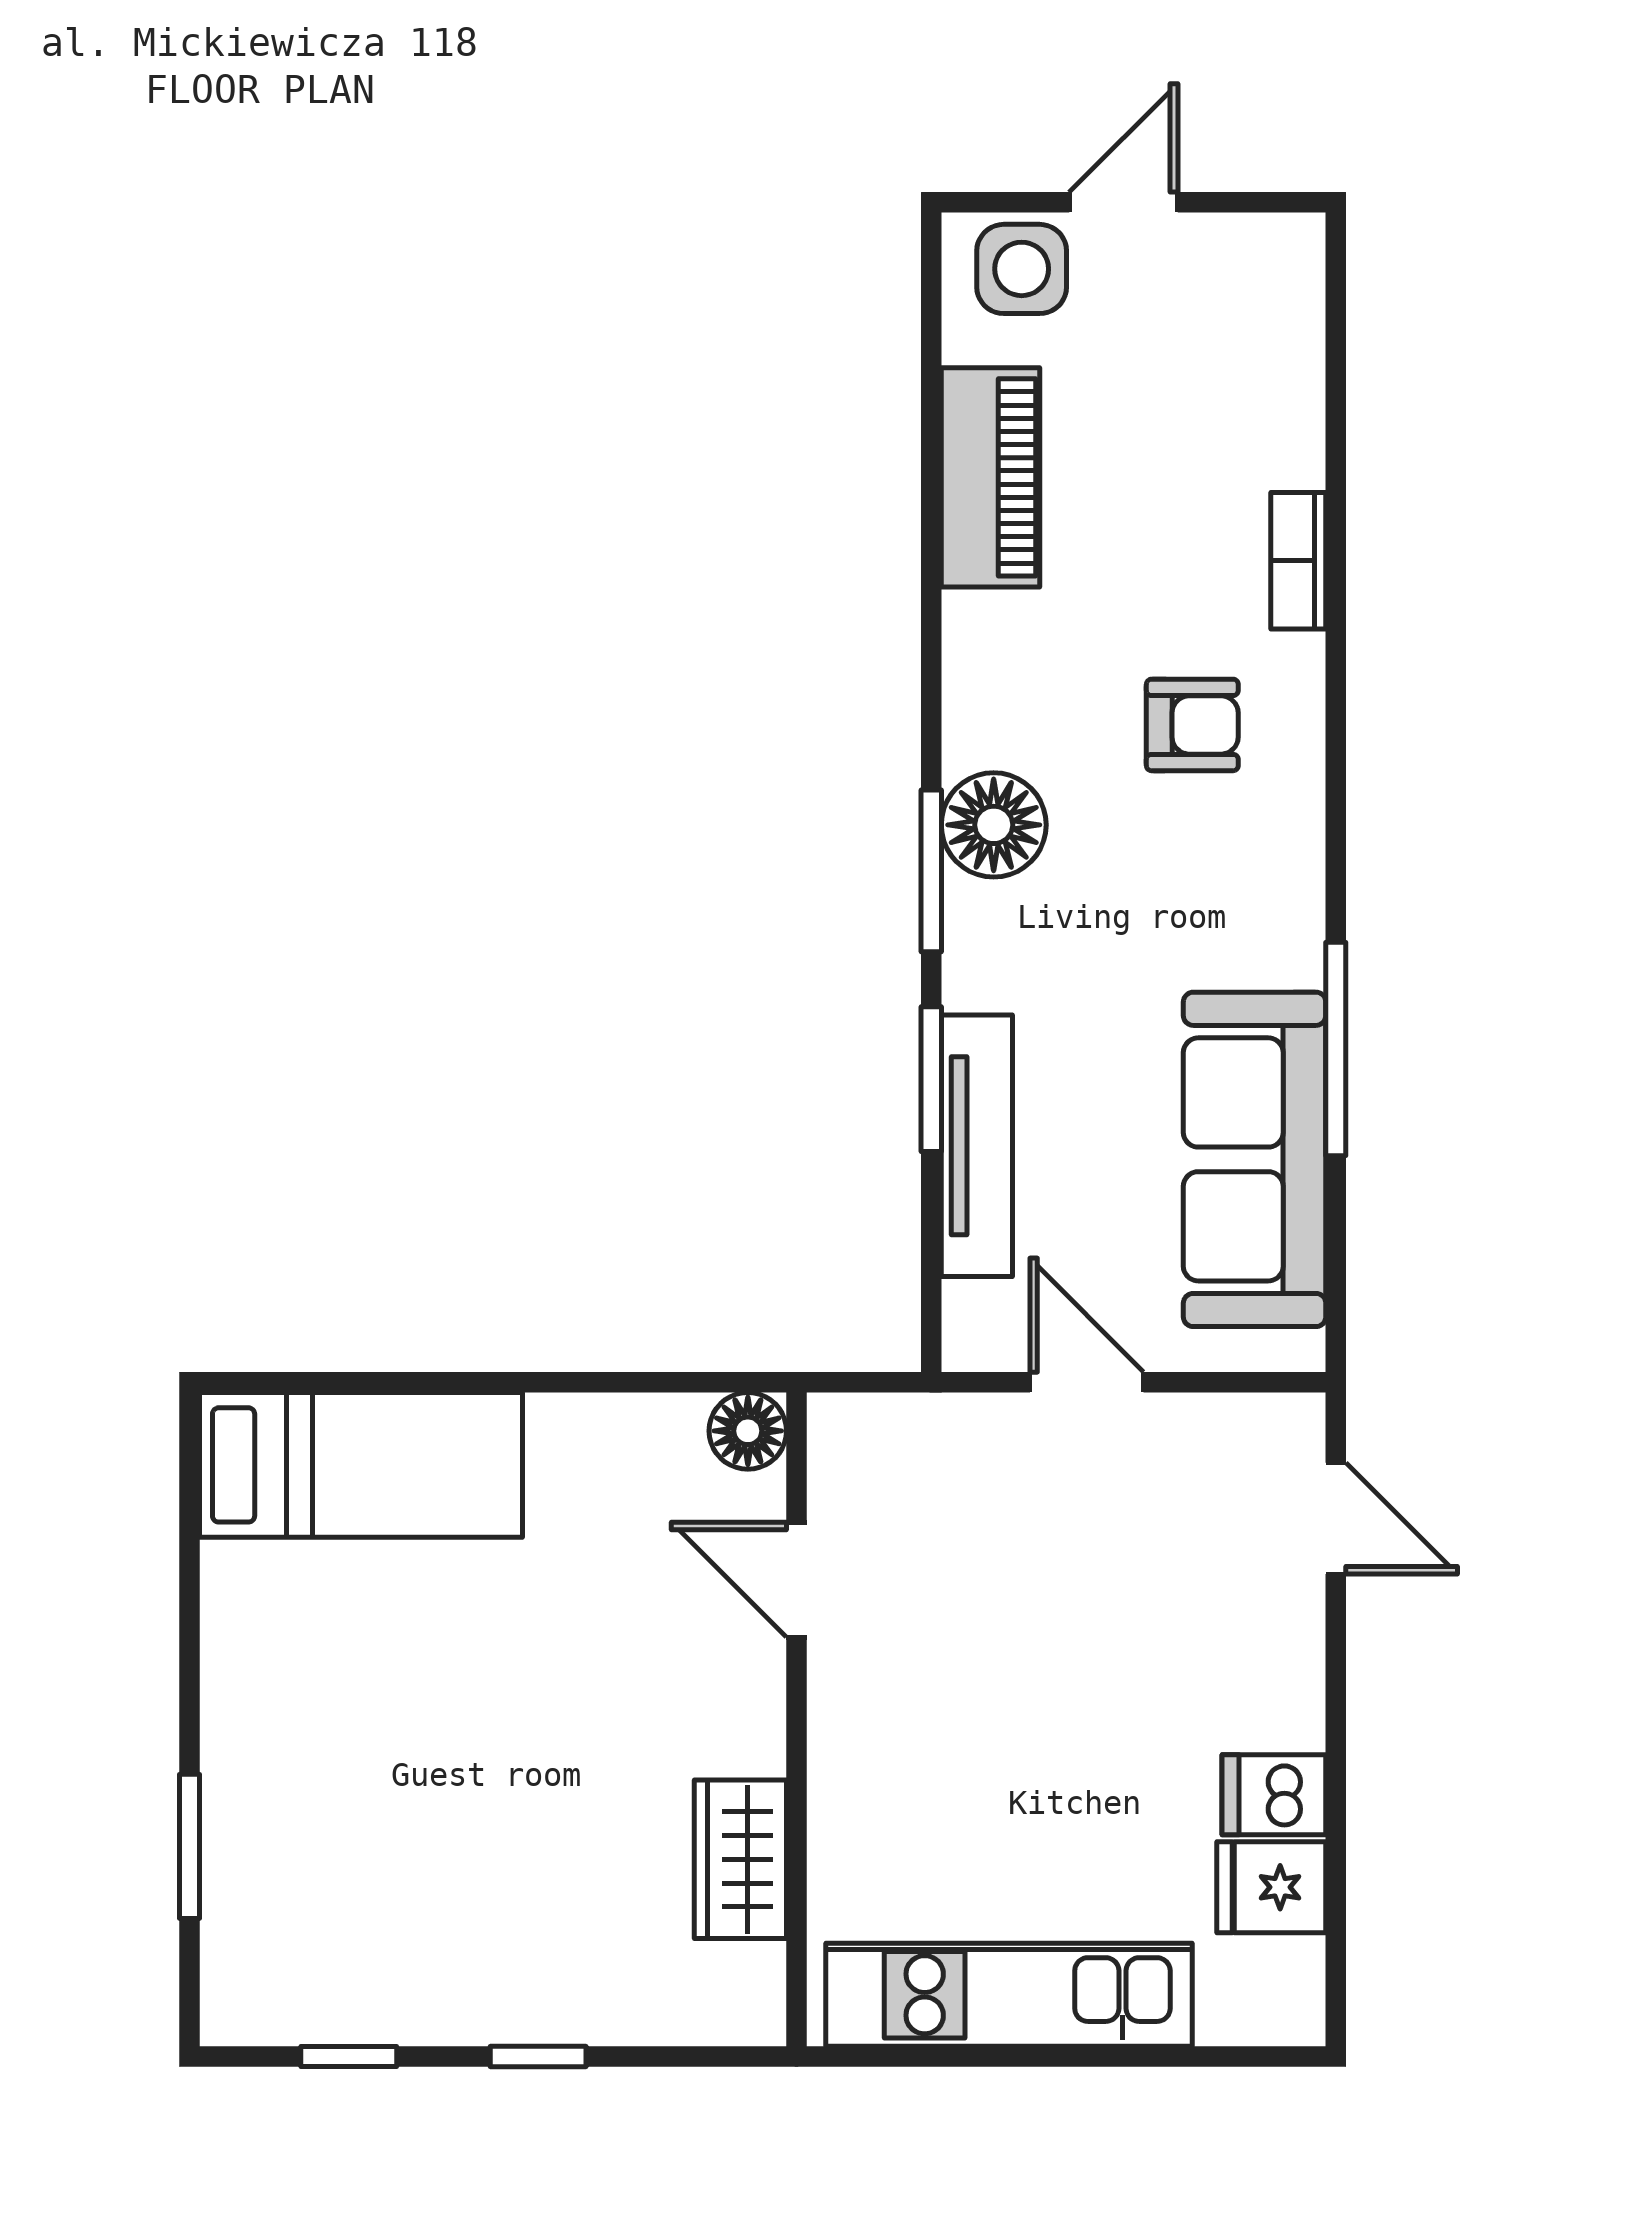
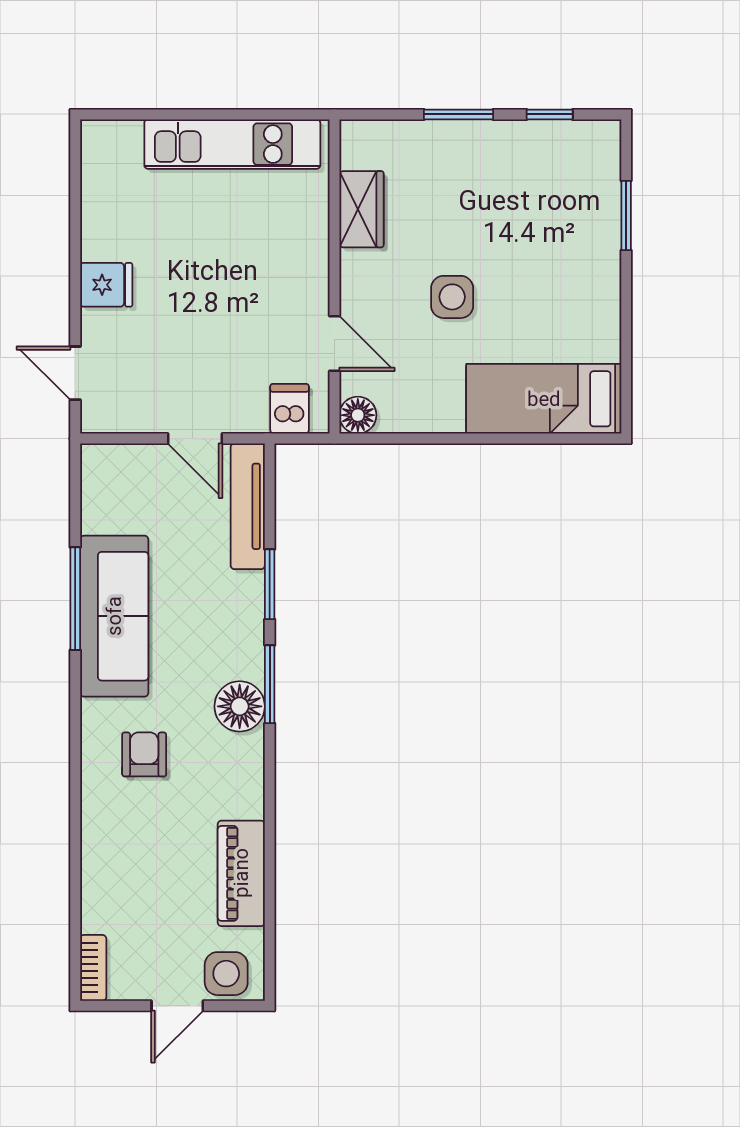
bookcase: (1298, 561) -> (93, 968), moved
armchair: (1192, 725) -> (144, 754), turned 90
tv unit: (977, 1146) -> (248, 506), moved
sofa: (1255, 1159) -> (114, 616), moved
side table: (552, 1677) -> (452, 297), added
dishwasher: (1274, 1795) -> (290, 409), moved, turned -90
fridge: (1271, 1887) -> (106, 285), moved
window: (538, 2056) -> (459, 114), width x1.50

